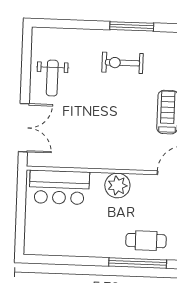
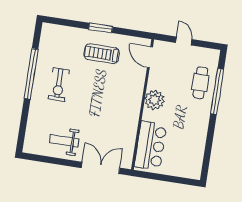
window: (132, 26) -> (31, 74), width x1.46
weight bench: (52, 78) -> (64, 141), turned 180

